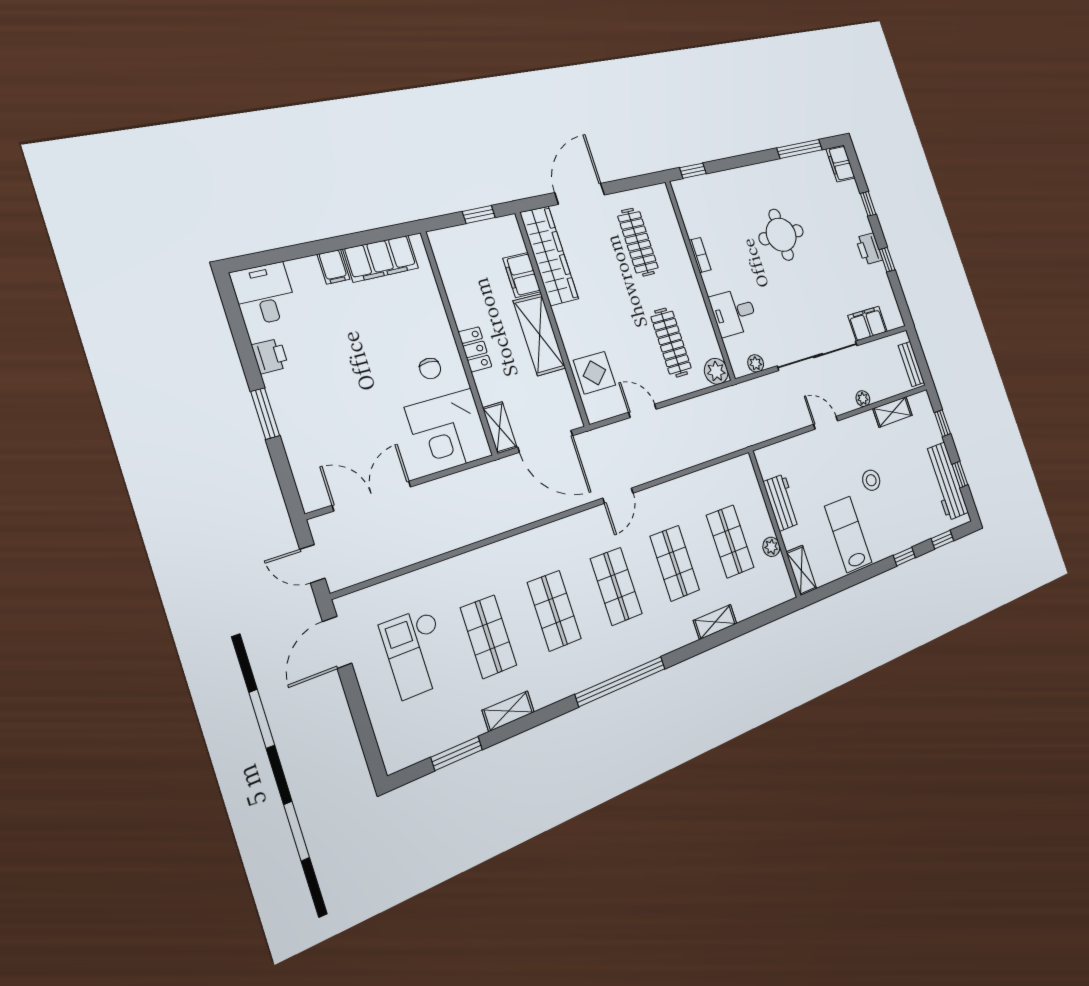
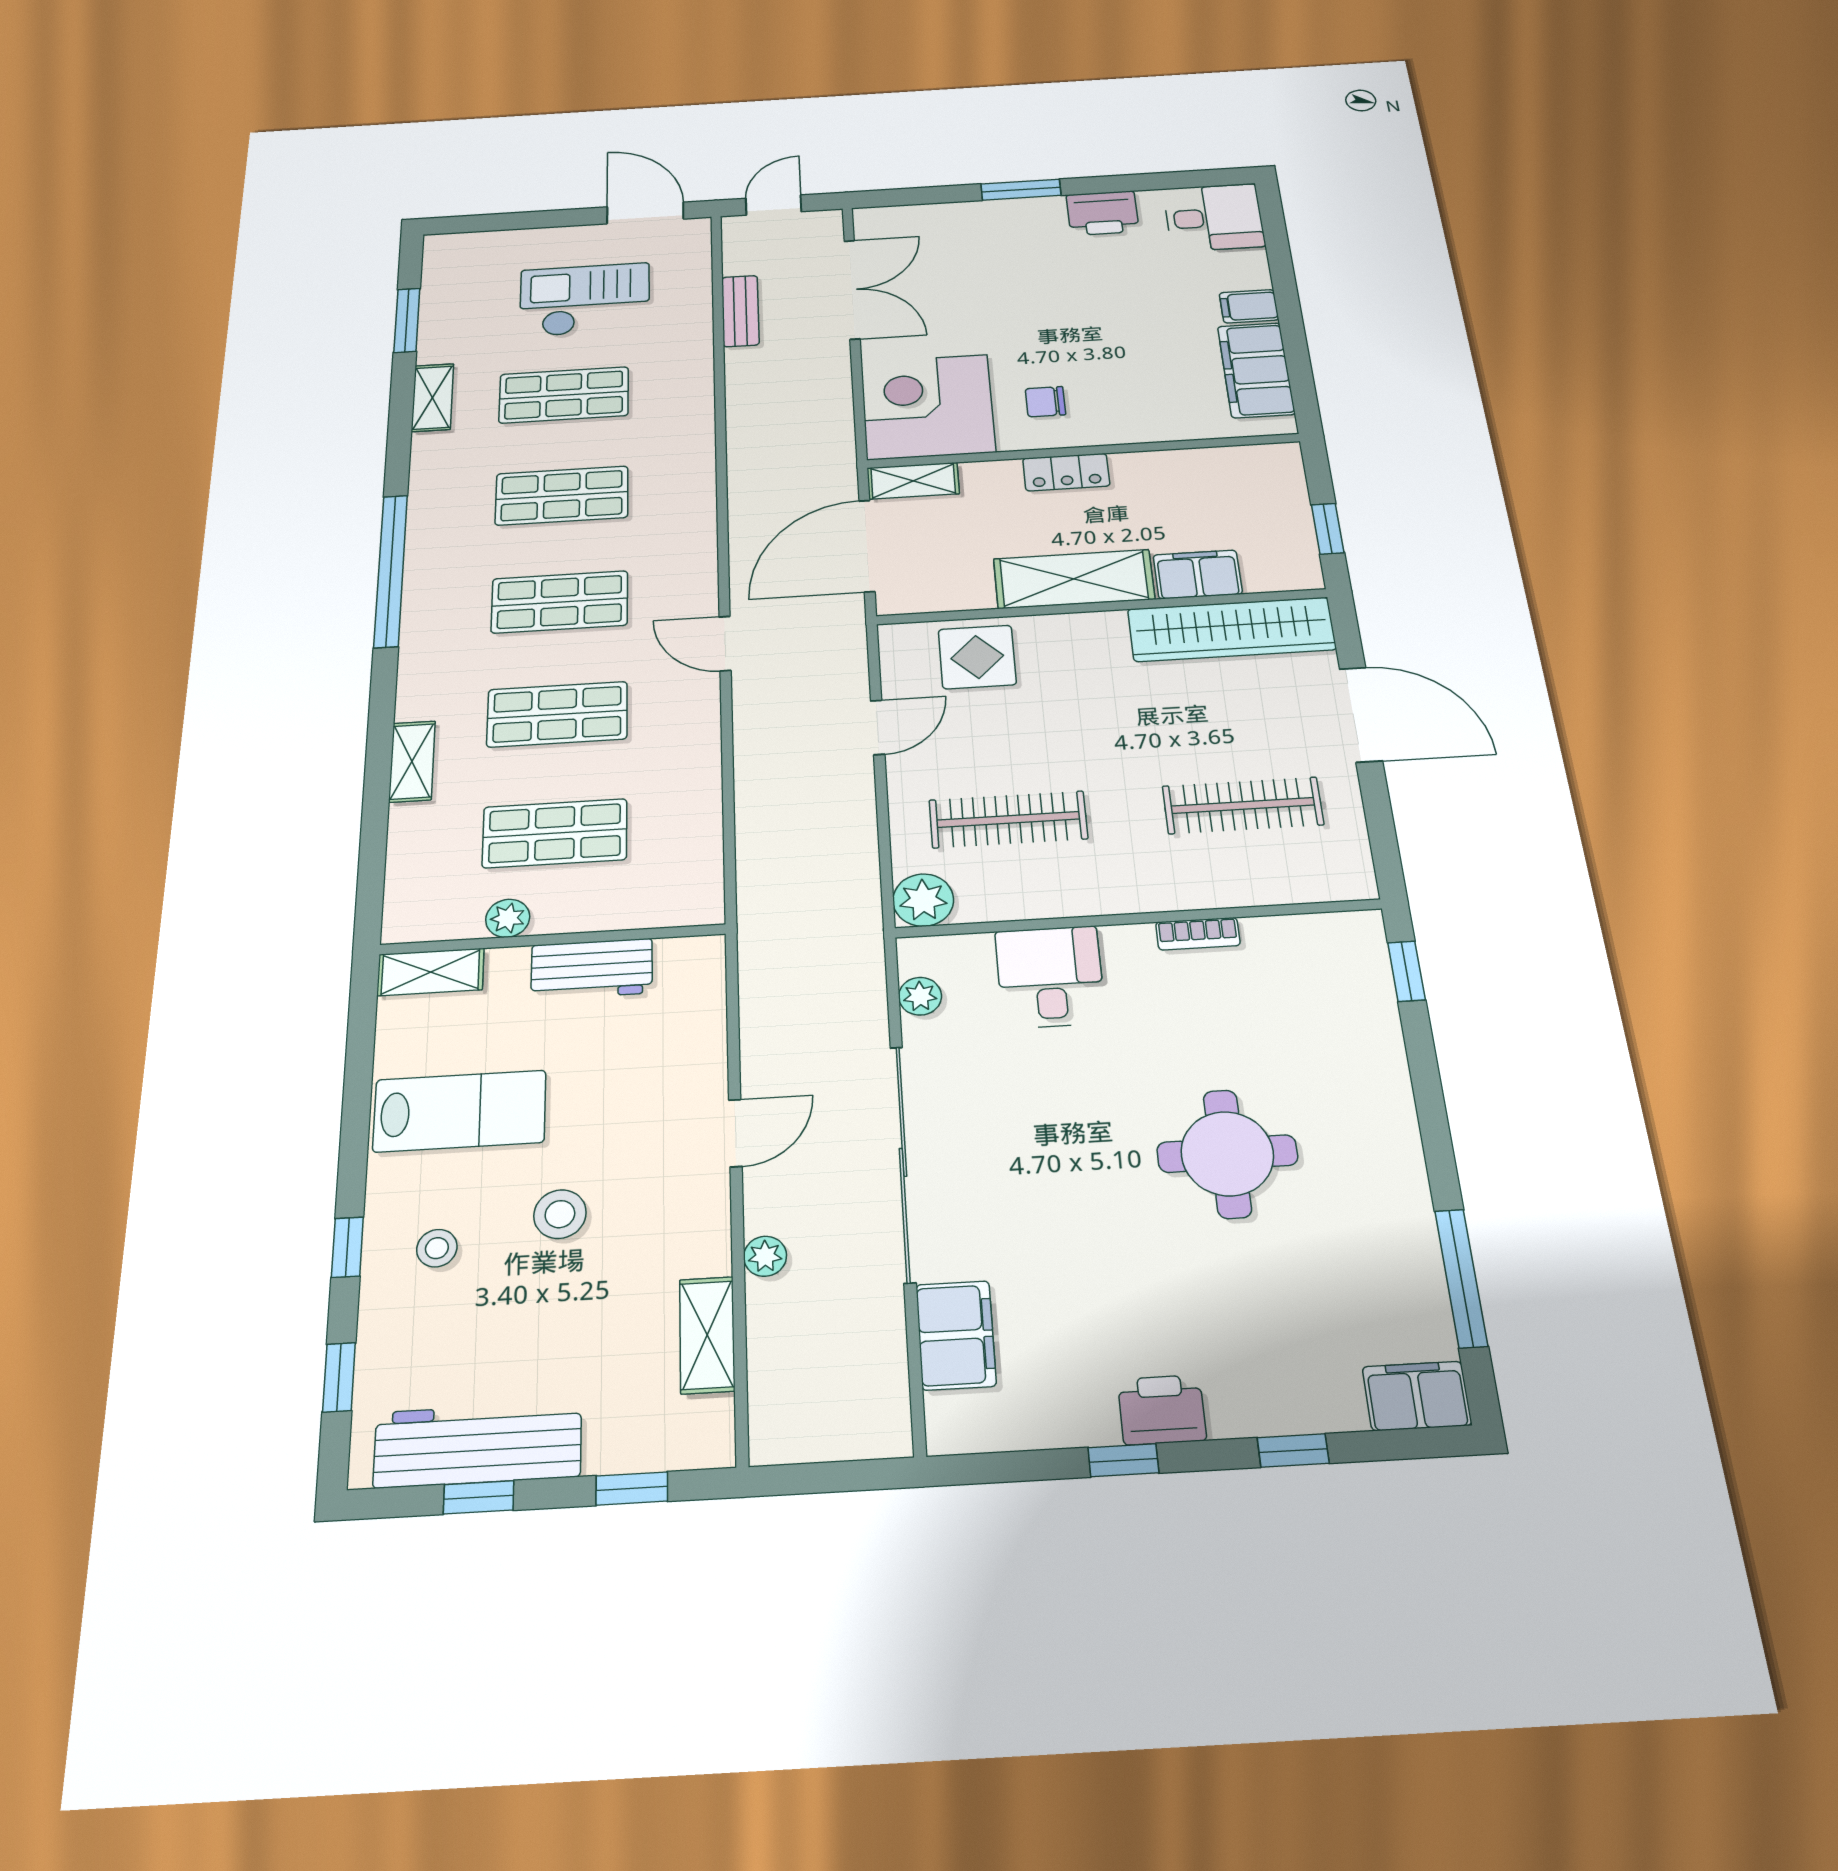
printer: (270, 356) -> (1103, 213), width x1.36, depth x1.24
bench: (911, 364) -> (740, 311), moved, turned 90
stool: (895, 522) -> (437, 1248), added

